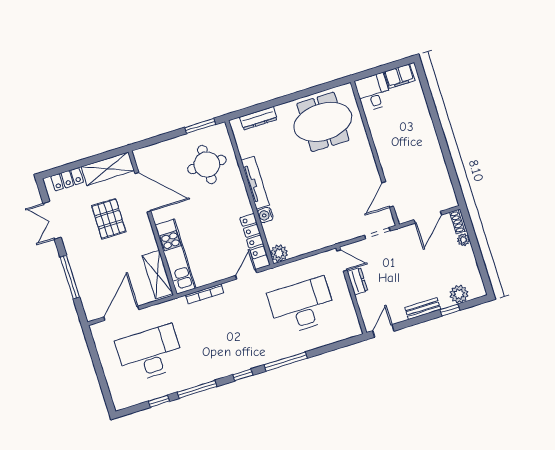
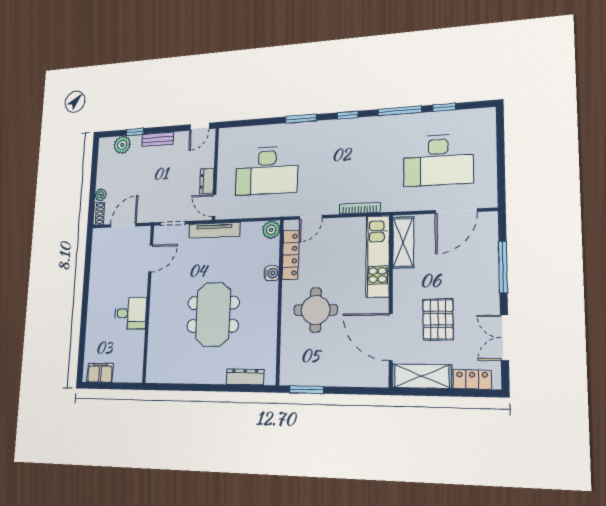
desk: (373, 92) -> (131, 313), moved, turned -90
meeting table: (323, 122) -> (213, 314), moved, turned 90
round table: (207, 164) -> (316, 310), moved
tv unit: (255, 183) -> (214, 230), moved, turned -90
double door: (52, 220) -> (504, 338), swing flipped
window: (286, 362) -> (301, 119), width x0.69

